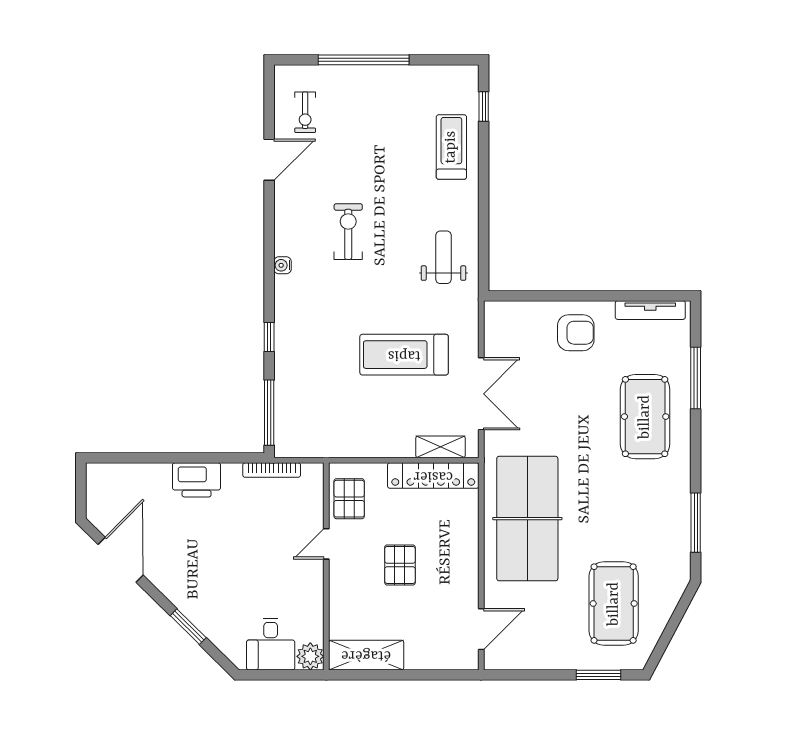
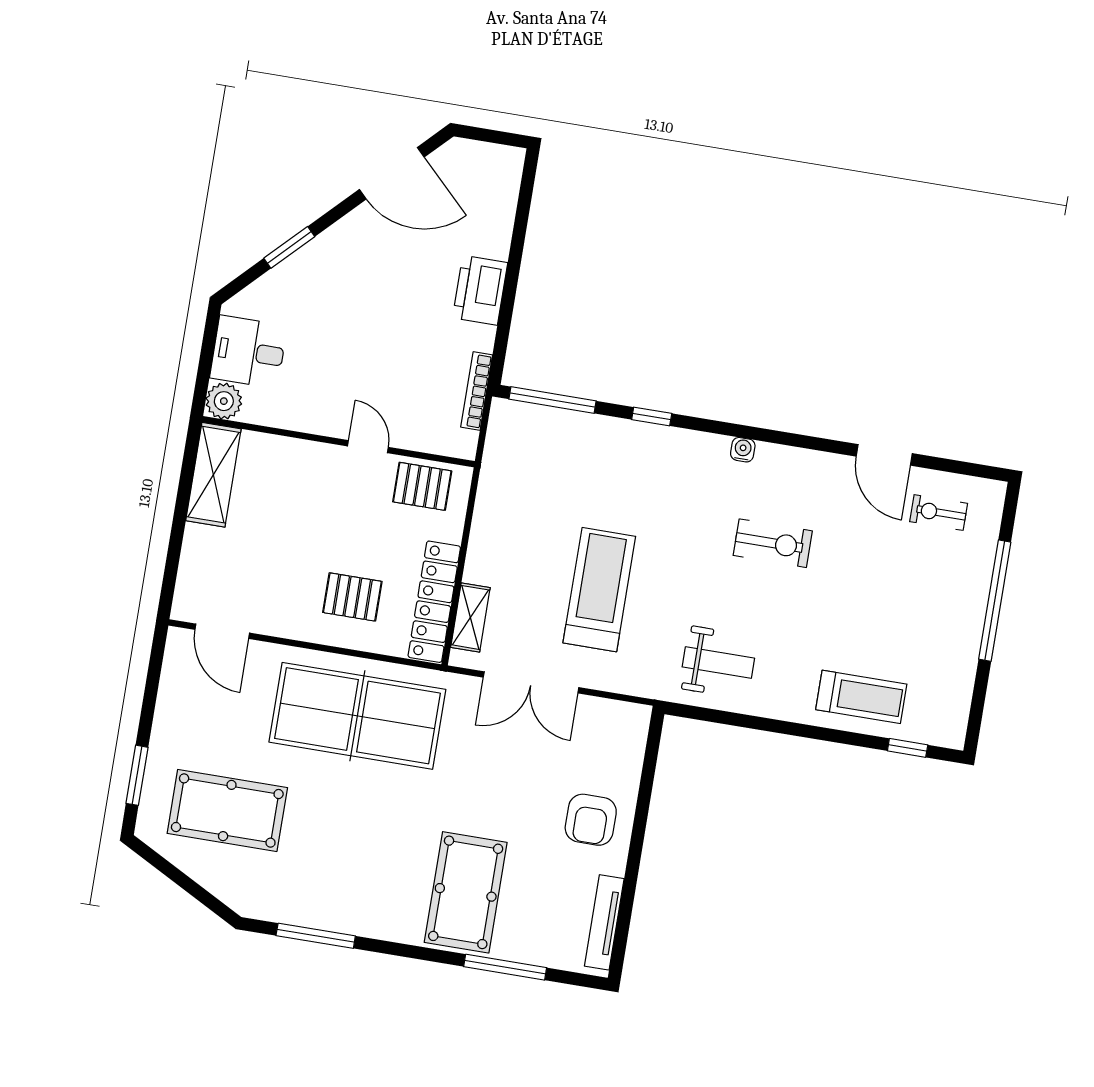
pool table: (645, 417) -> (466, 892), turned 90
pallet: (400, 565) -> (352, 597), moved

